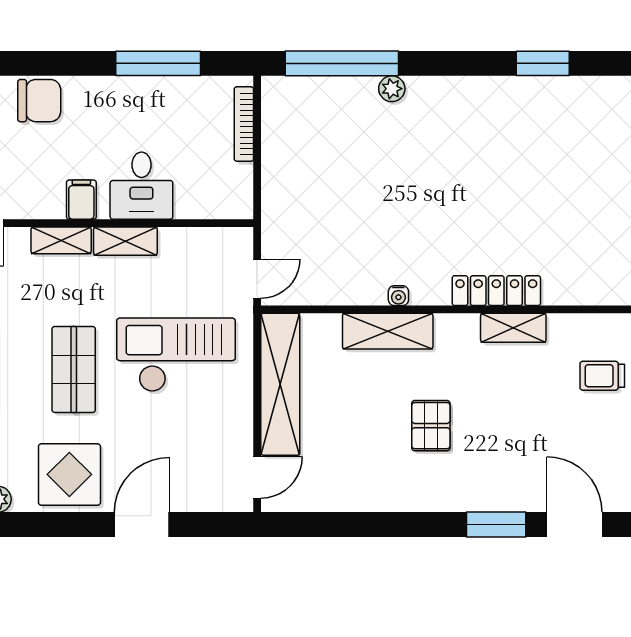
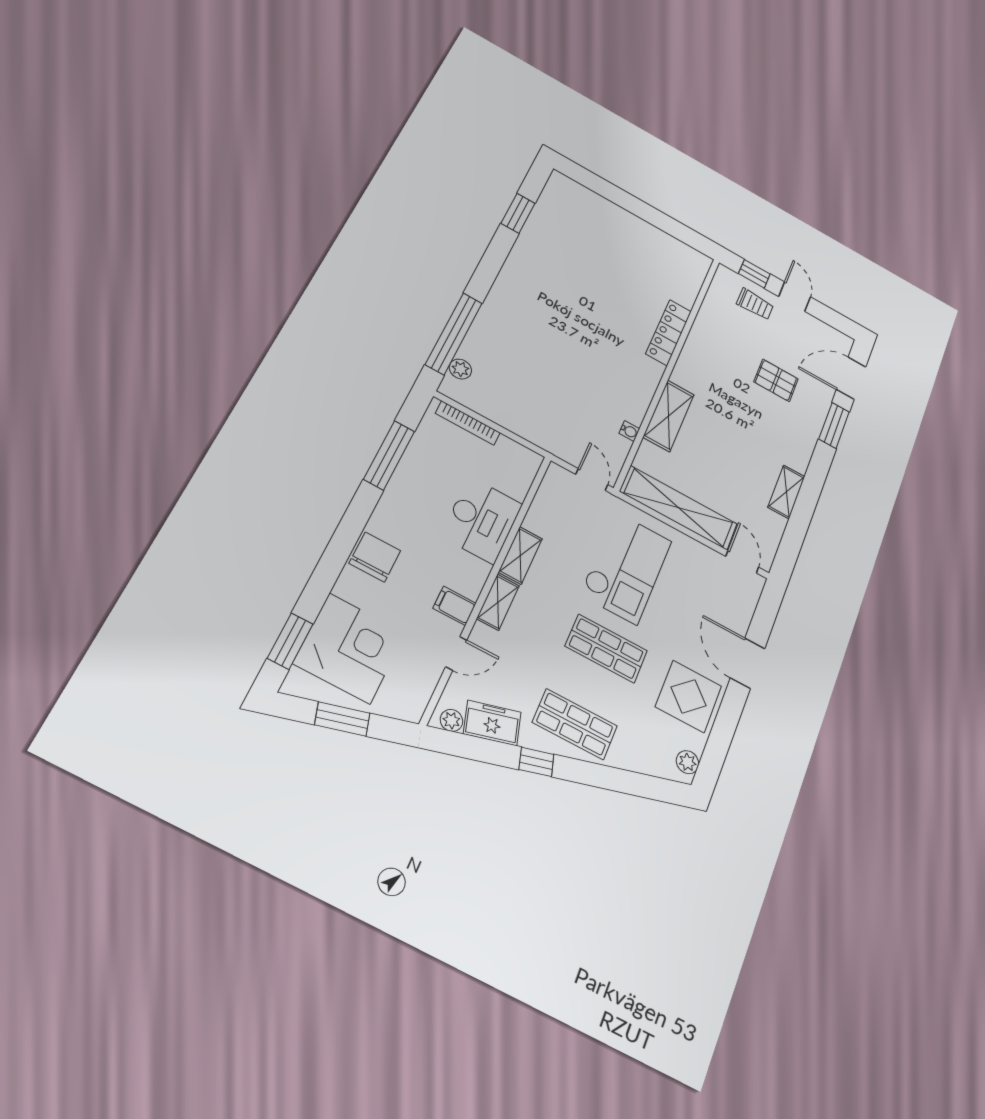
plant: (392, 89) -> (460, 369), moved
desk: (141, 186) -> (482, 520), width x1.37
filing cabinet: (81, 200) -> (454, 606), moved
water cooler: (398, 296) -> (629, 431), moved
shelving: (513, 328) -> (786, 492), moved
checkout: (176, 355) -> (626, 568), turned 180
trolley: (602, 376) -> (755, 304), turned -90
pallet: (431, 426) -> (776, 380), moved

